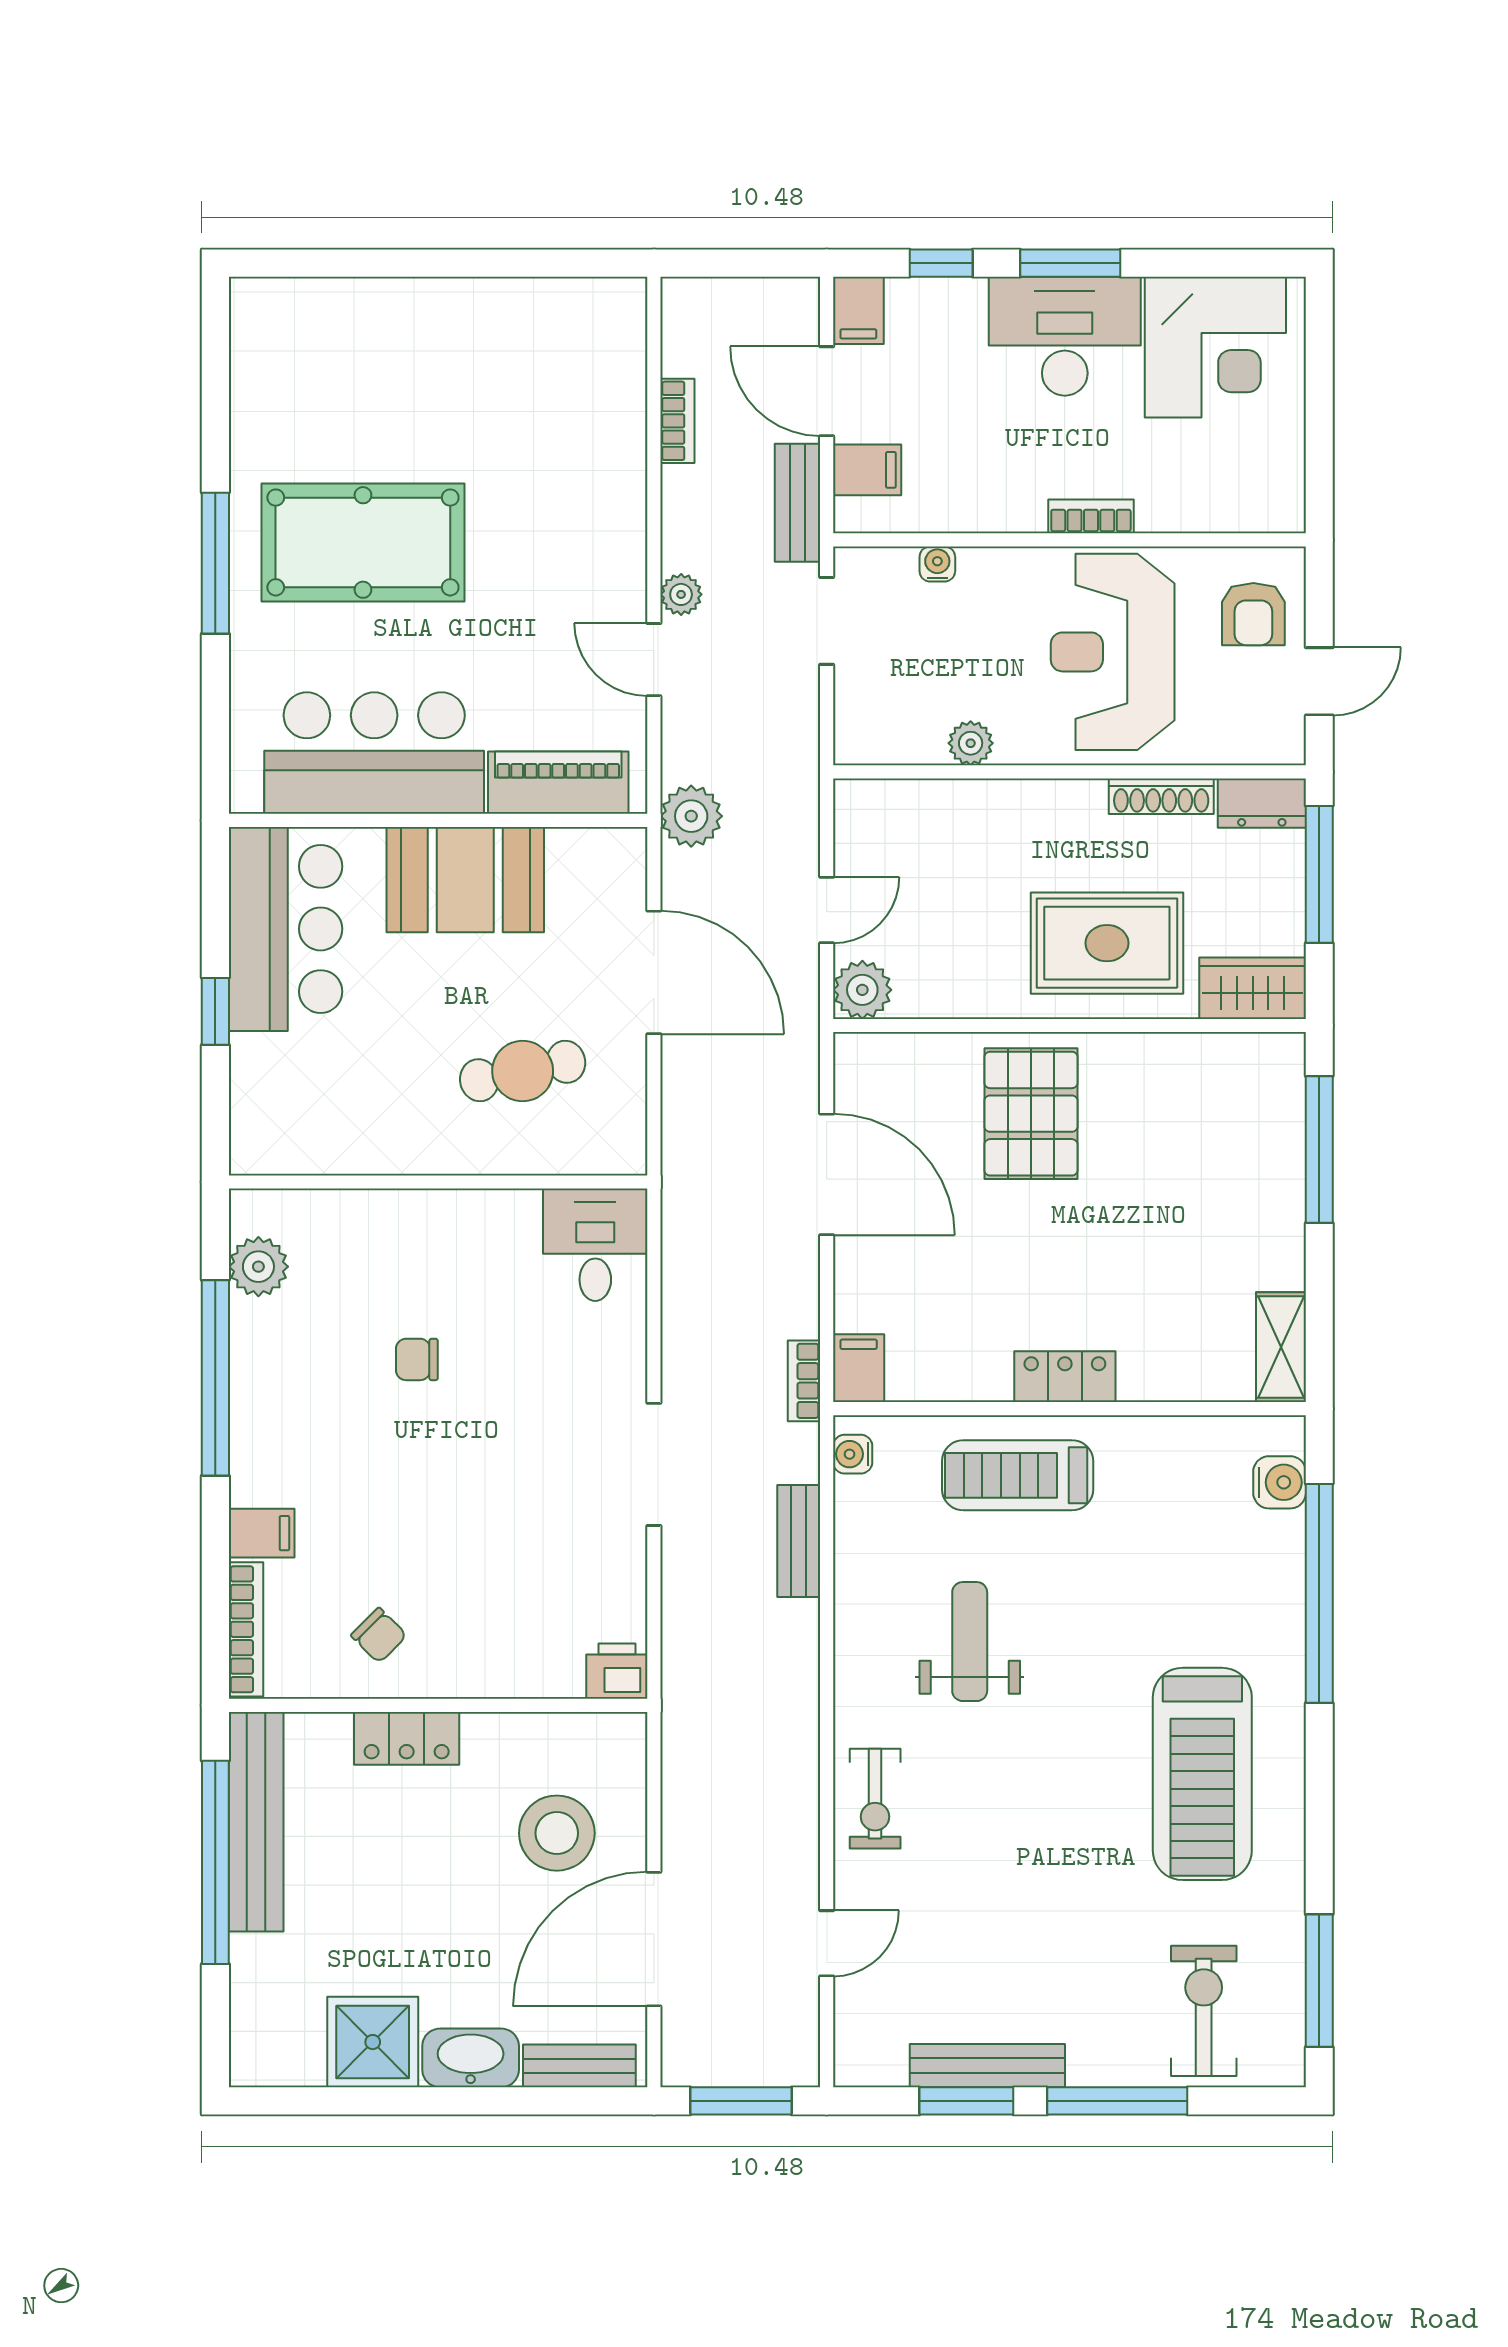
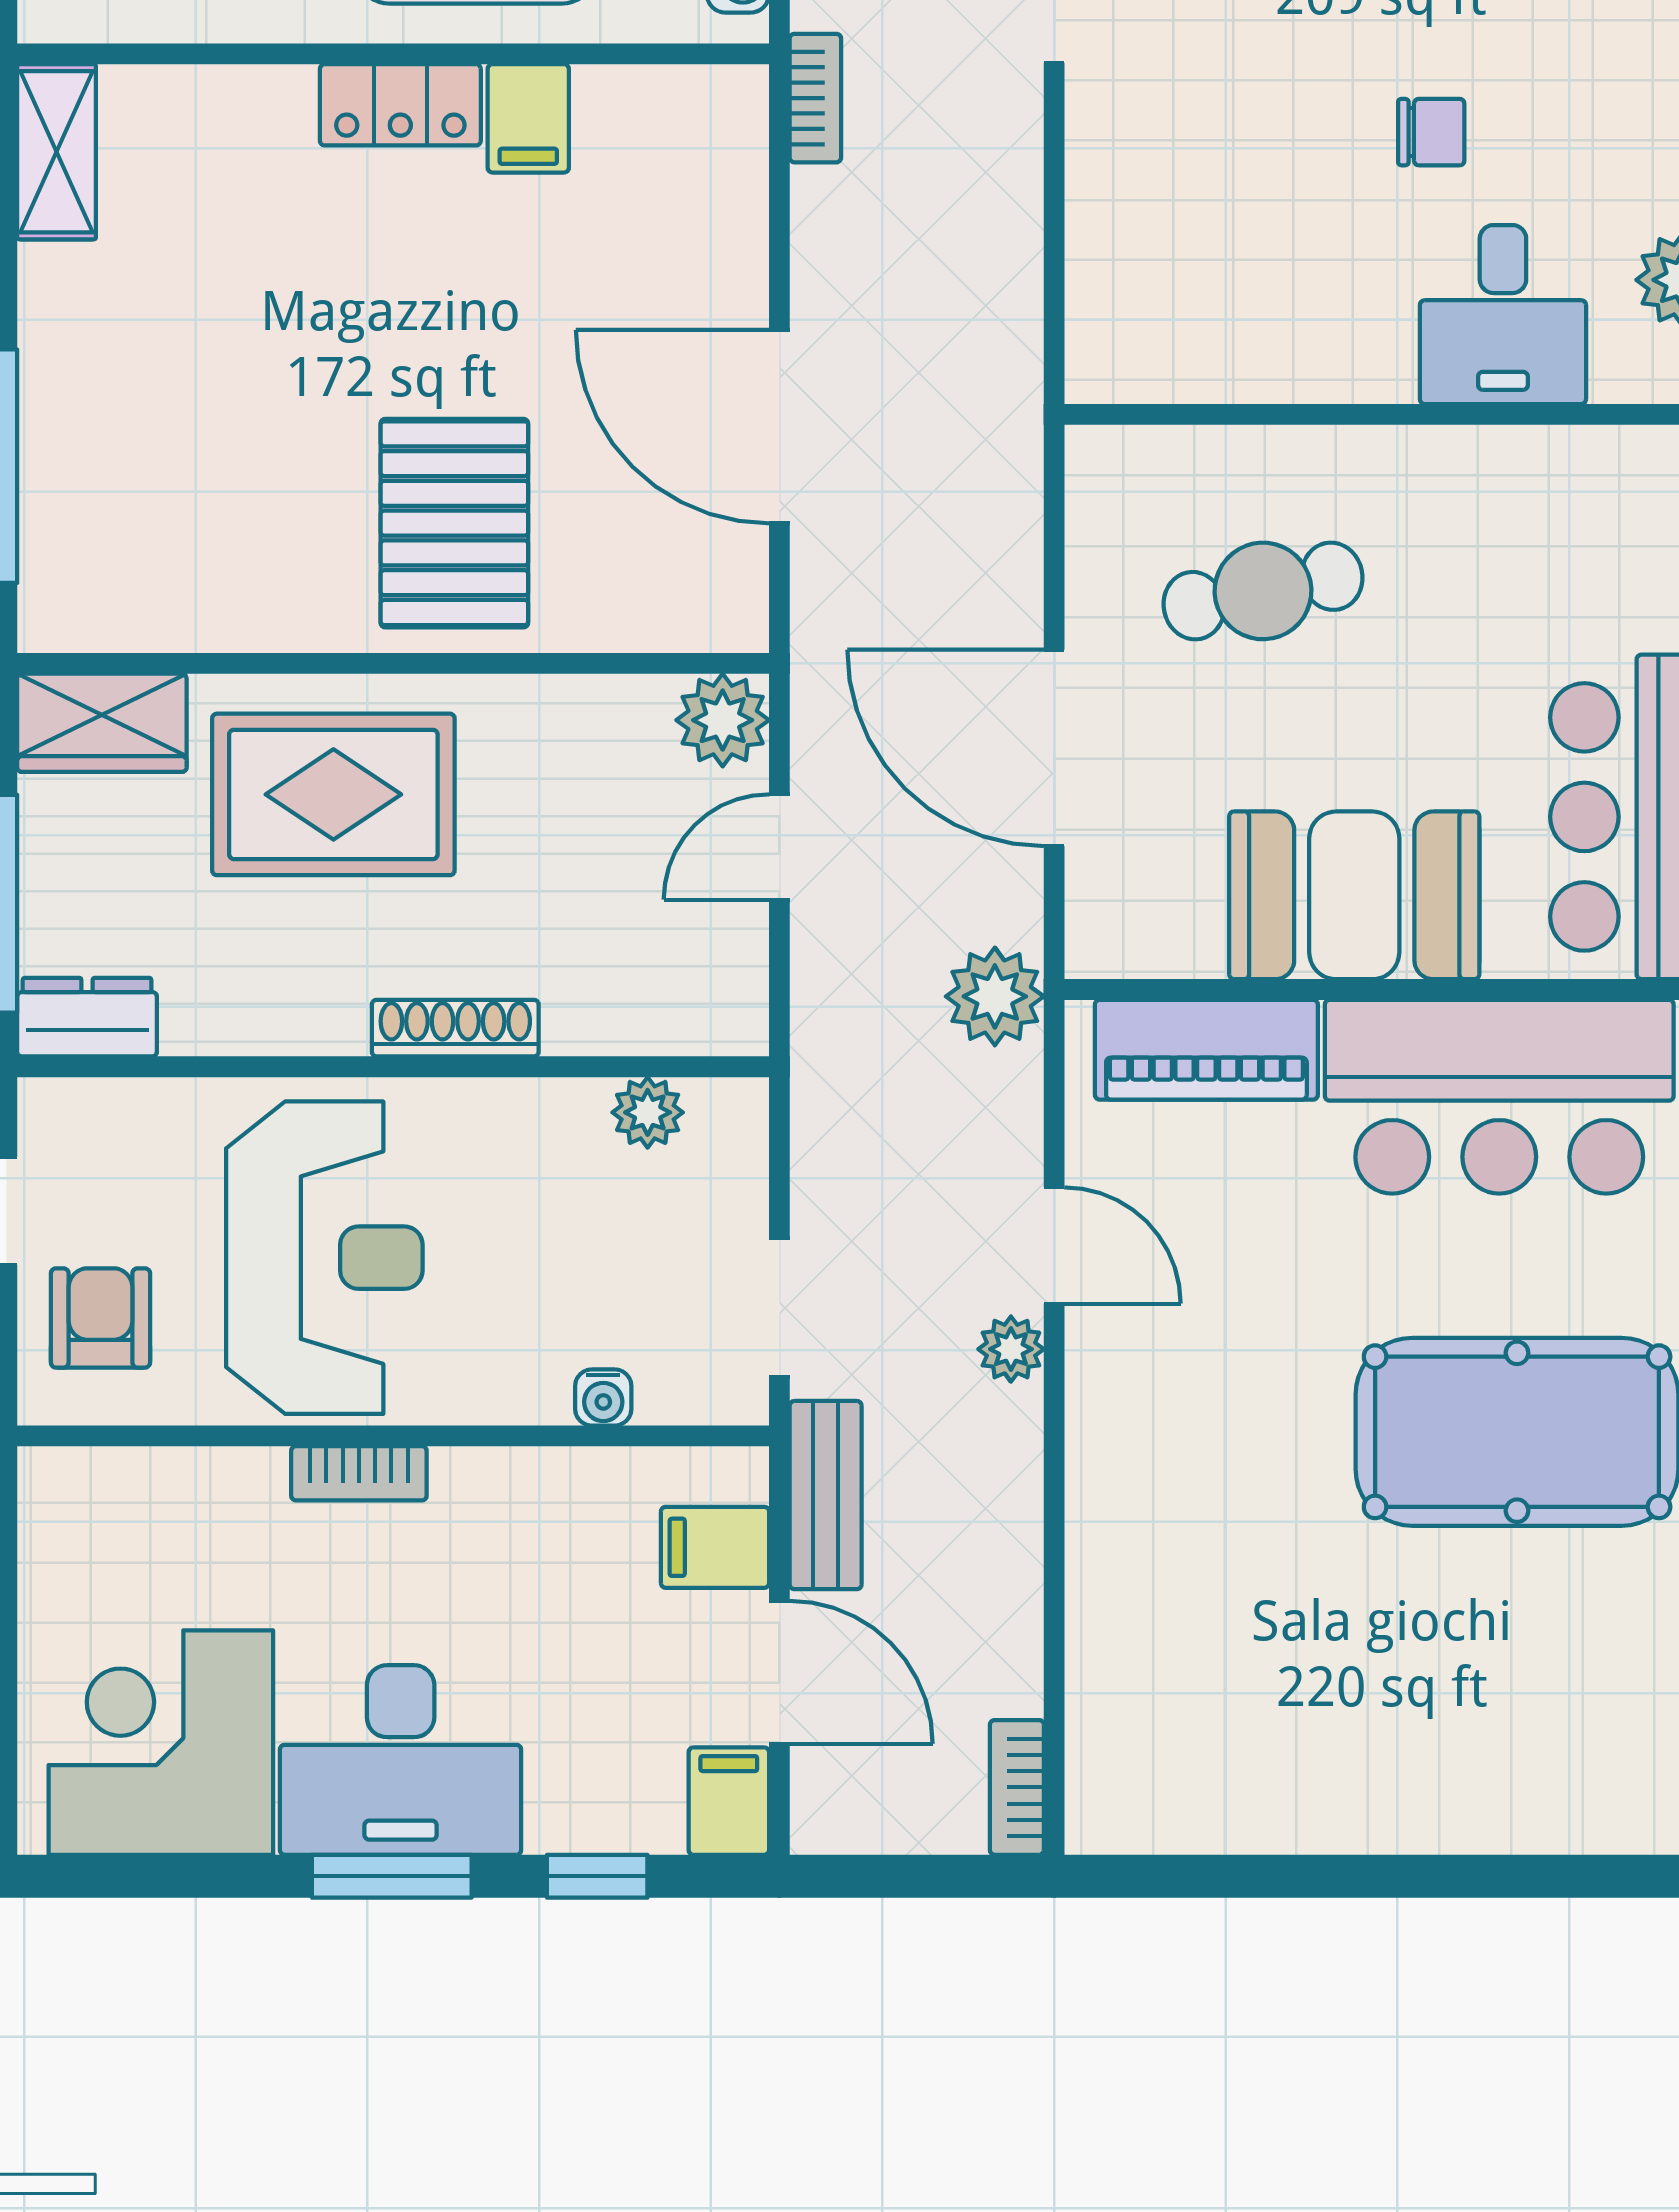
bookcase: (677, 421) -> (1017, 1787), moved
plant: (971, 743) -> (648, 1112), moved
shoe rack: (1161, 796) -> (455, 1028), moved
desk: (595, 1245) -> (1503, 315), moved
filing cabinet: (859, 1368) -> (528, 118), moved

